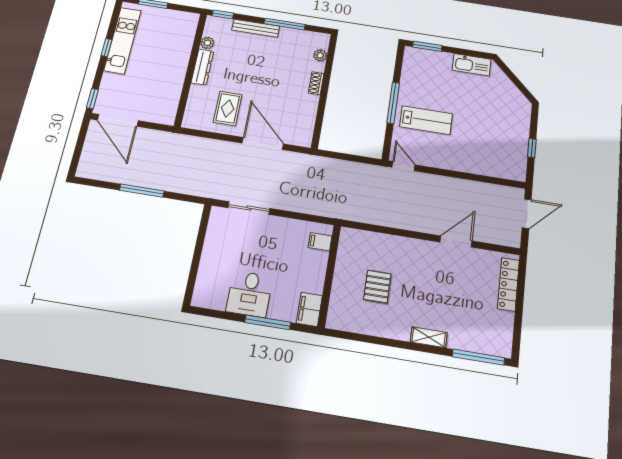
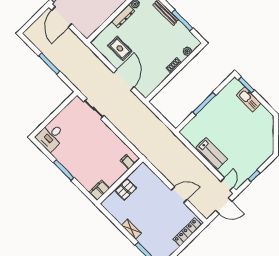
kitchen sink: (472, 65) -> (249, 99), moved
rug: (228, 108) -> (120, 48), turned 90
lab bench: (426, 120) -> (212, 153), moved
door: (404, 166) -> (227, 184), moved
filing cabinet: (320, 242) -> (128, 162), moved
wall: (329, 276) -> (120, 181), moved
desk: (249, 294) -> (51, 137), moved
filing cabinet: (309, 309) -> (99, 190), moved

